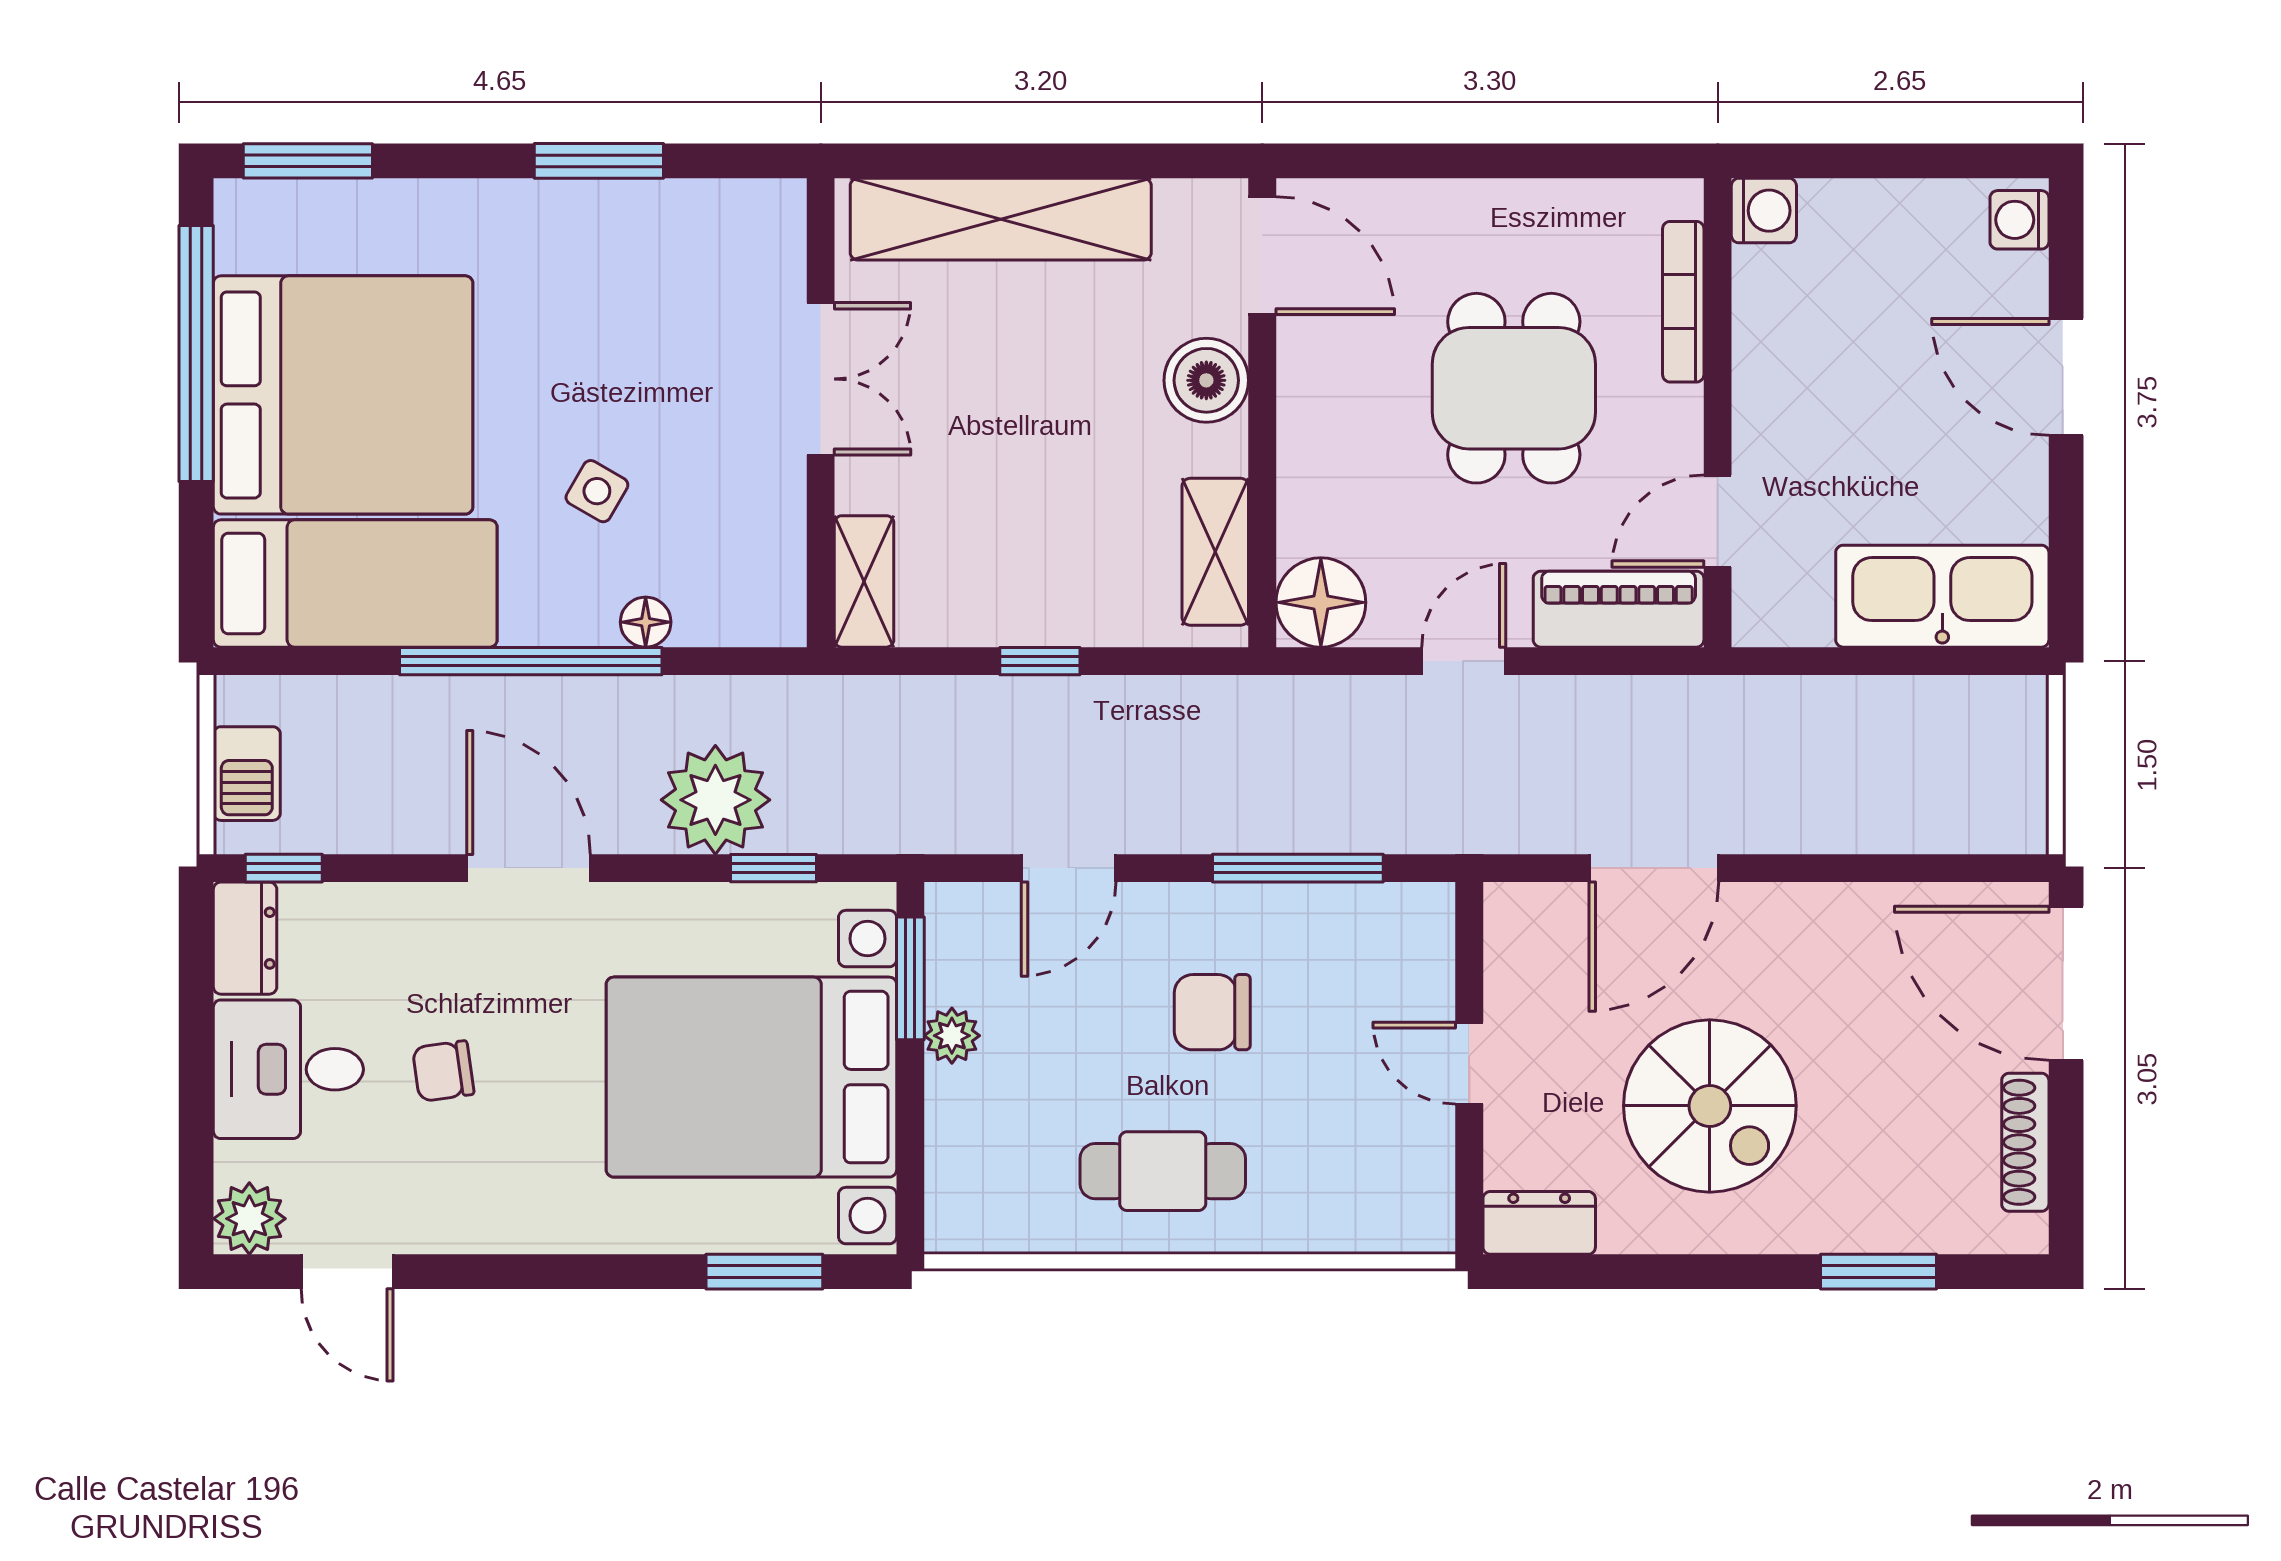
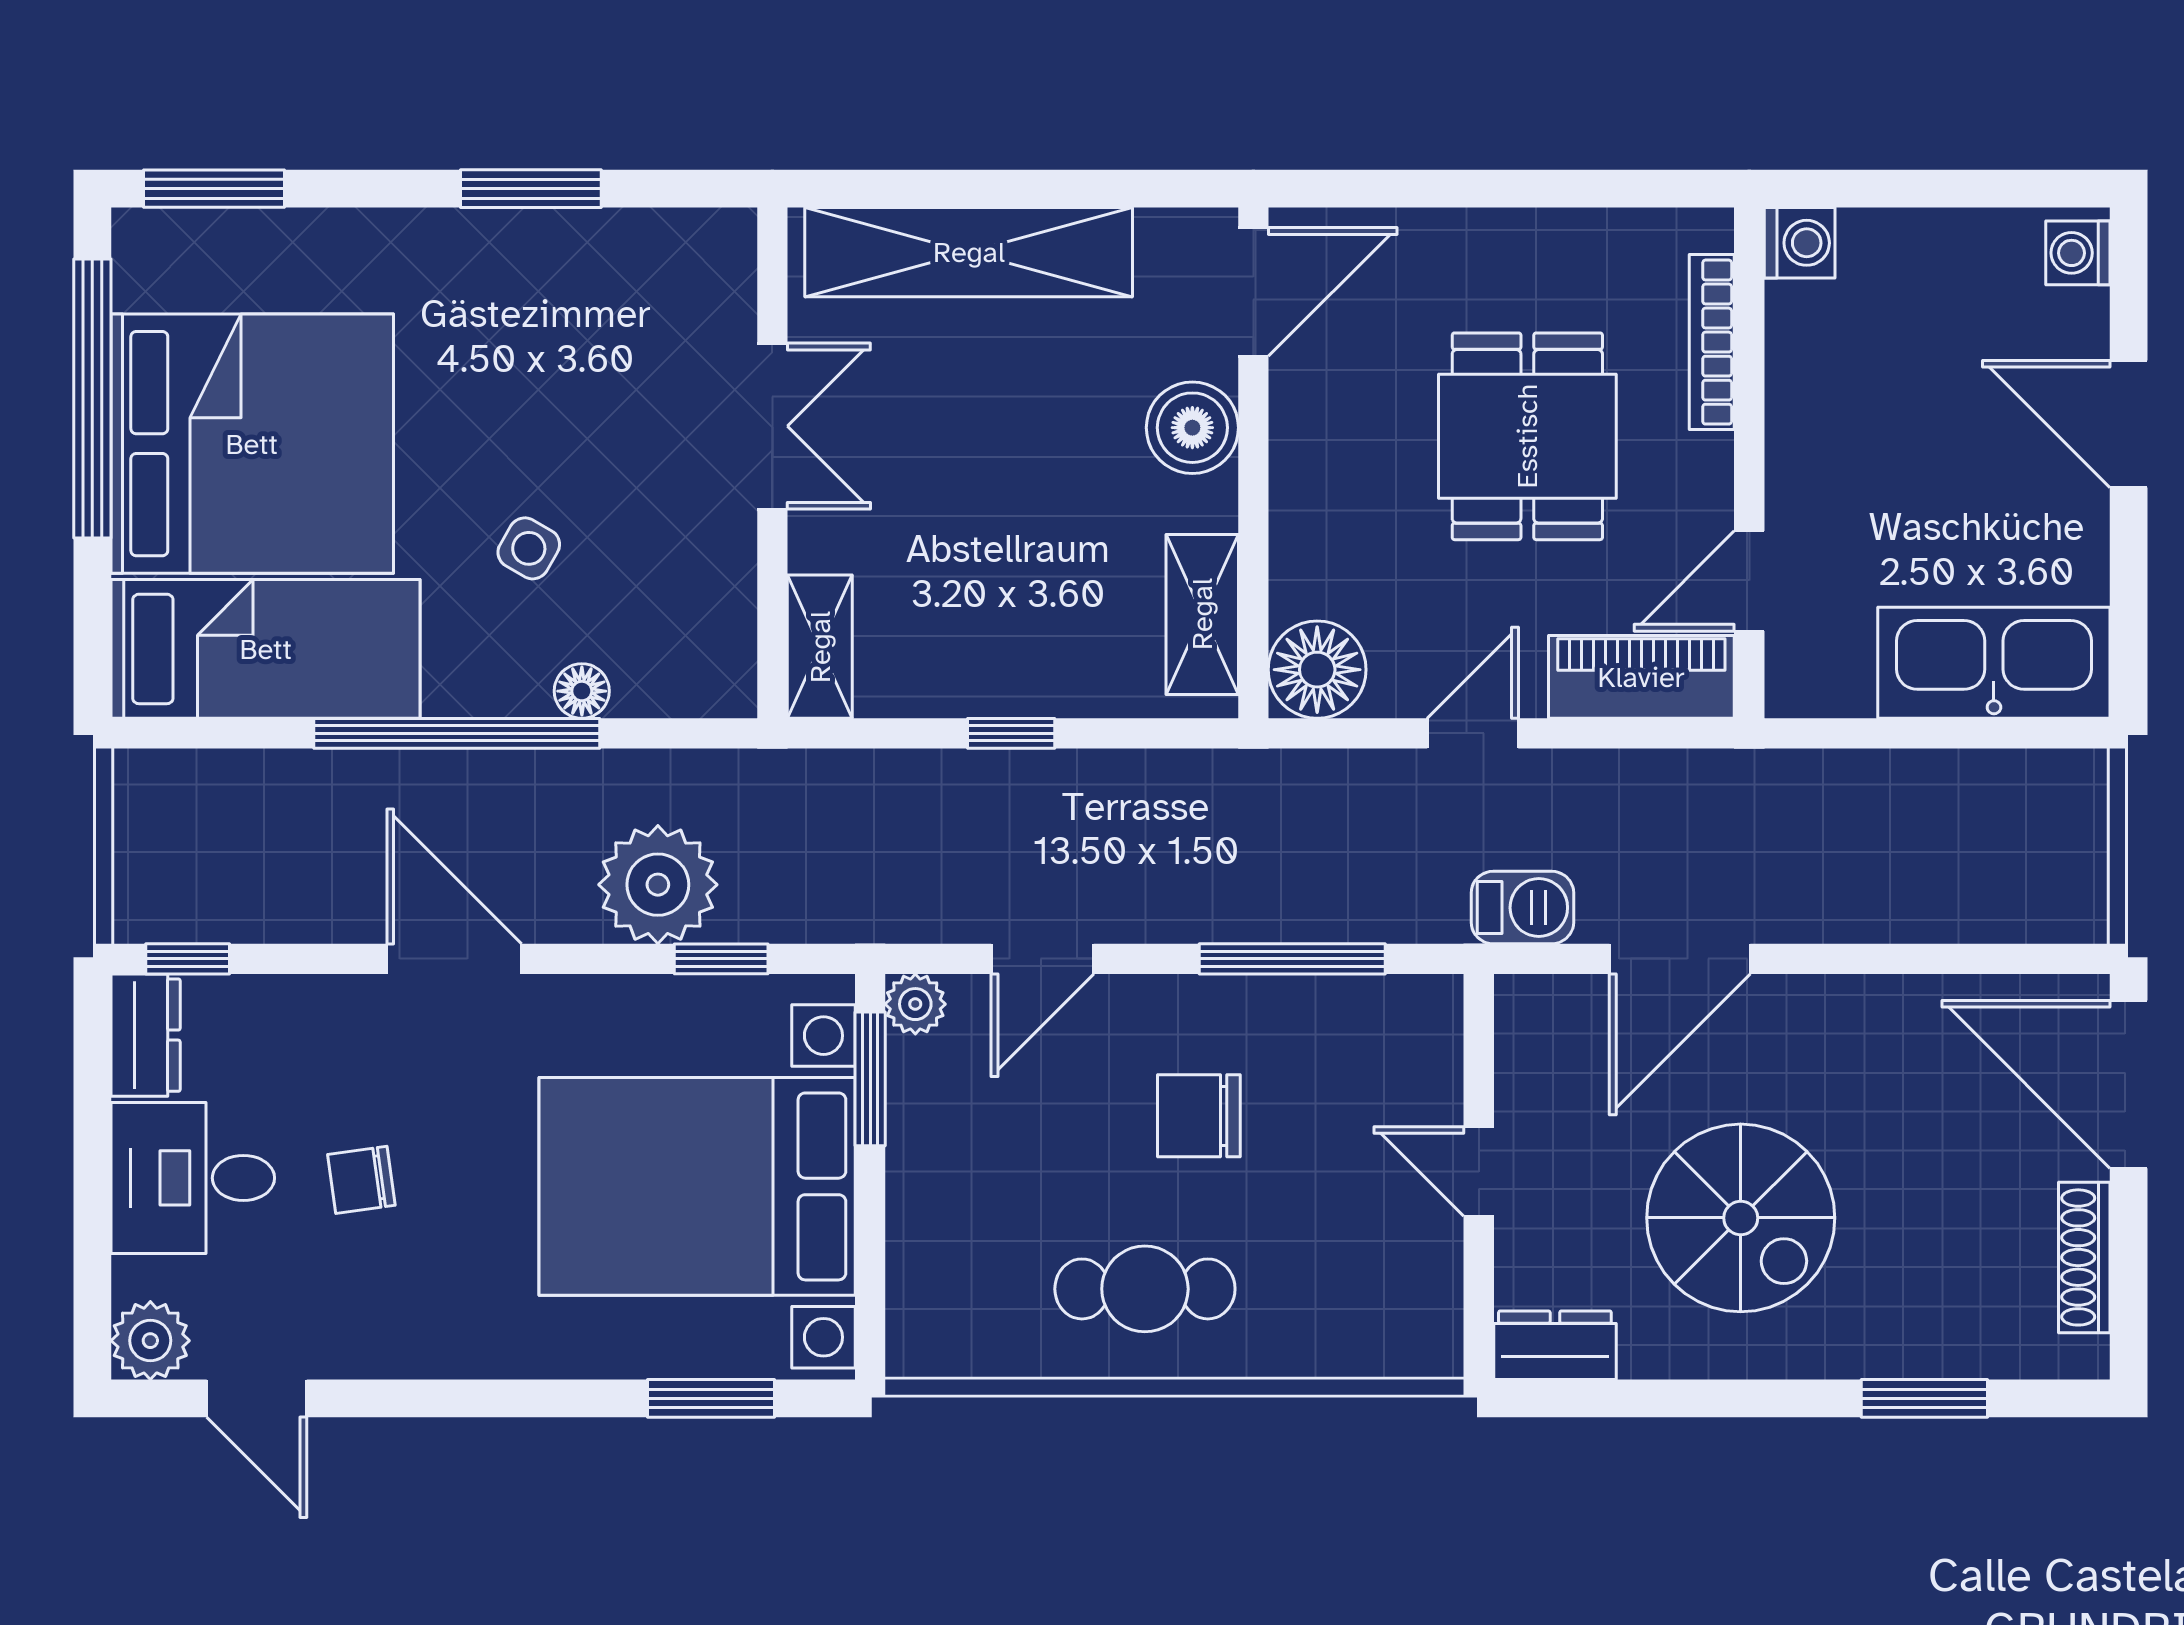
door: (1262, 256) -> (1253, 292), hinge flipped
barbecue: (247, 774) -> (1522, 908), moved, turned -90
plant: (952, 1036) -> (915, 1004), moved

